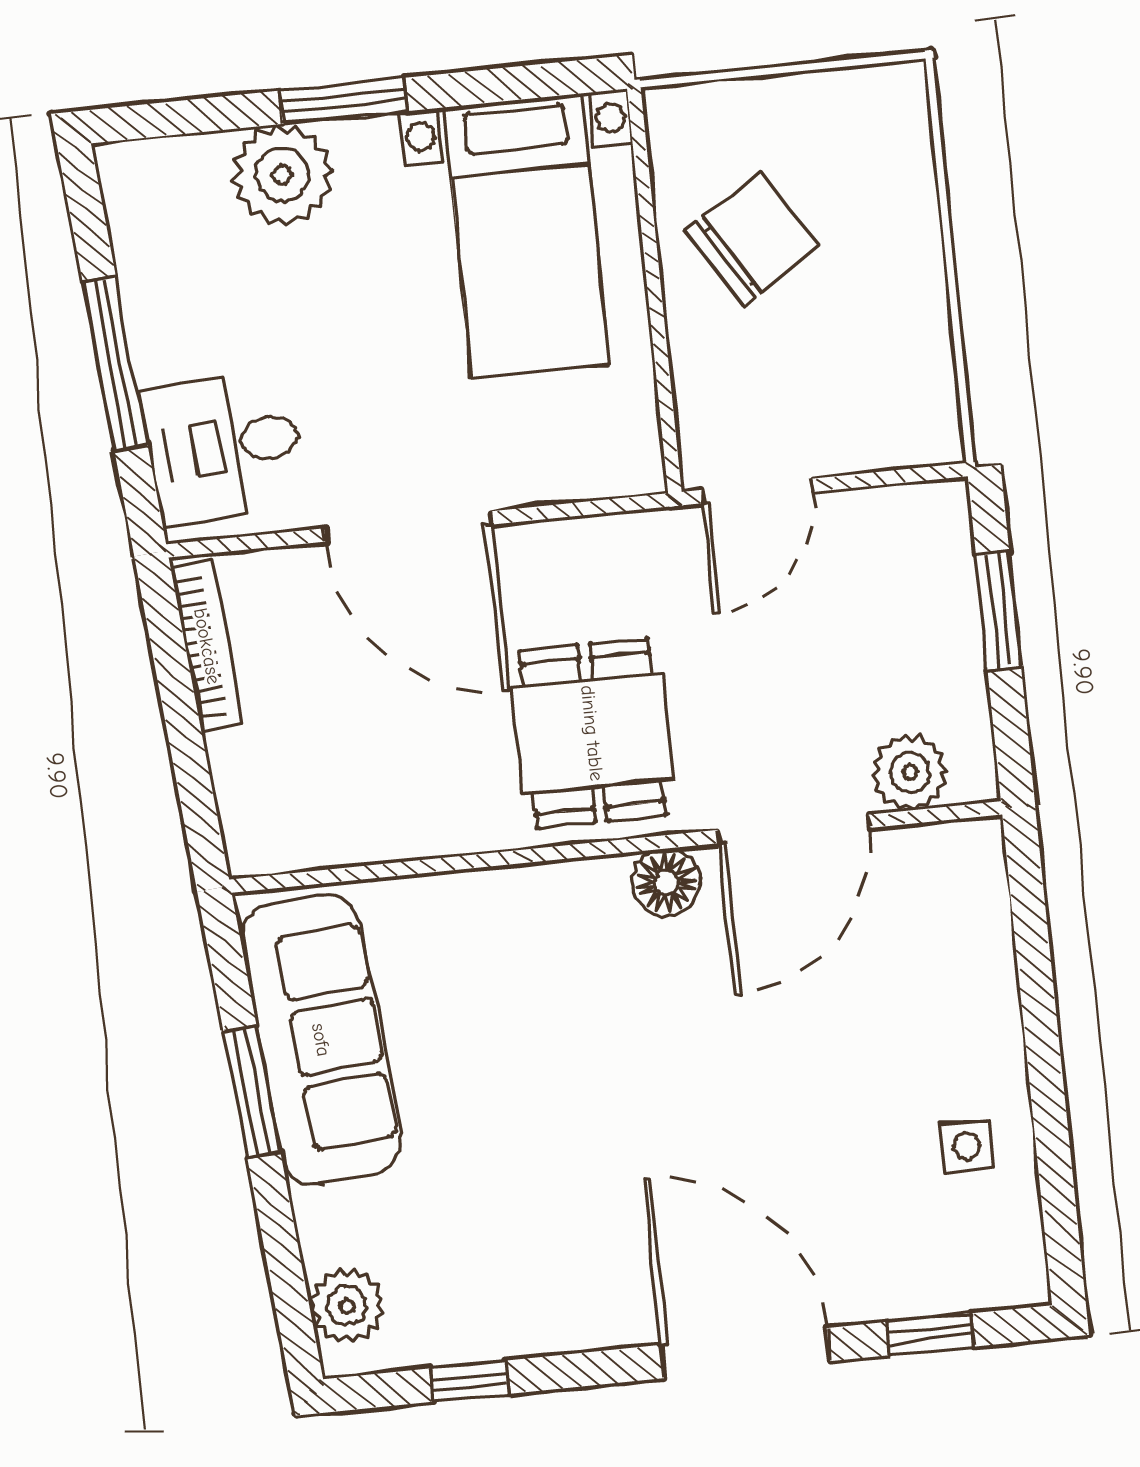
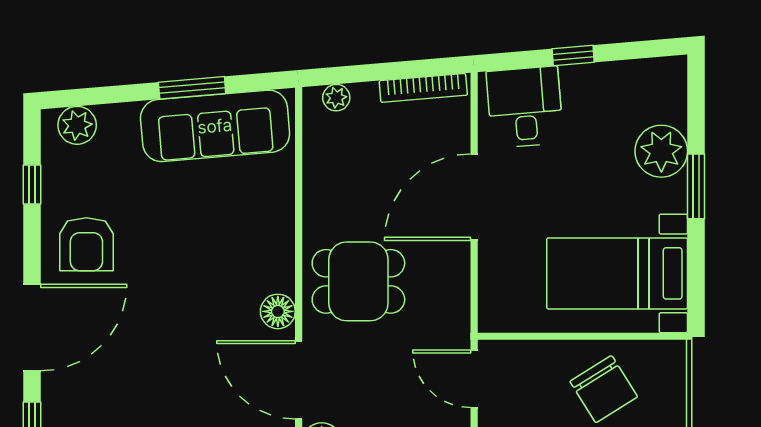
window: (115, 363) -> (573, 55), width x0.46
plant: (243, 812) -> (336, 98), added
armchair: (574, 1265) -> (86, 244), added

